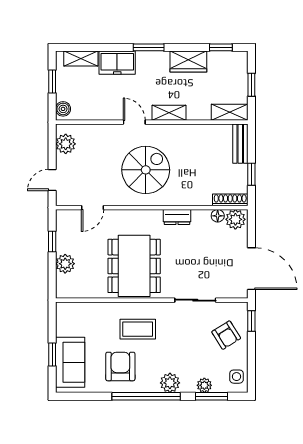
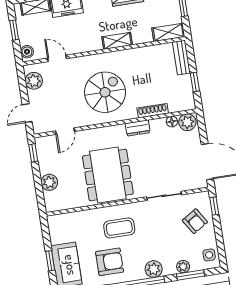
door: (134, 122) -> (57, 58), moved
shoe rack: (230, 200) -> (153, 111), moved
window: (52, 241) -> (33, 153), moved
armchair: (120, 366) -> (110, 262), turned 90

